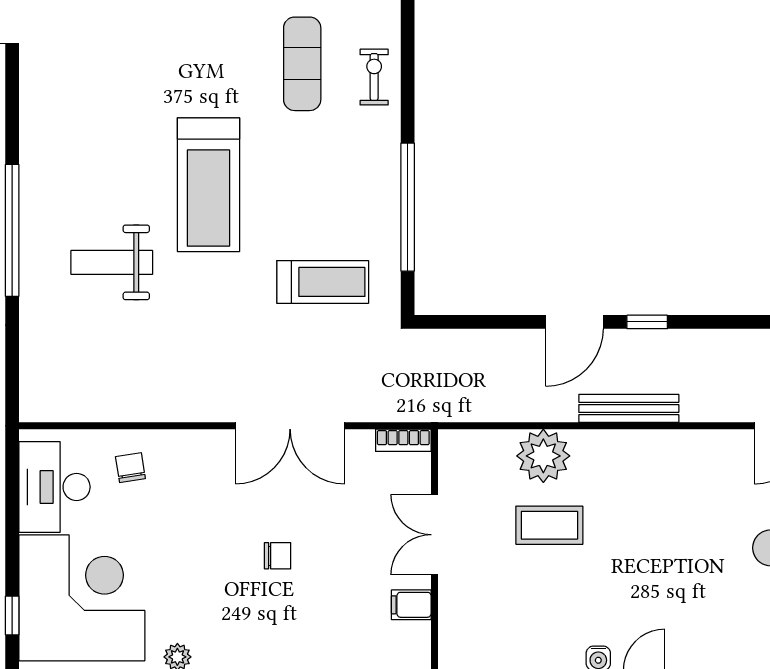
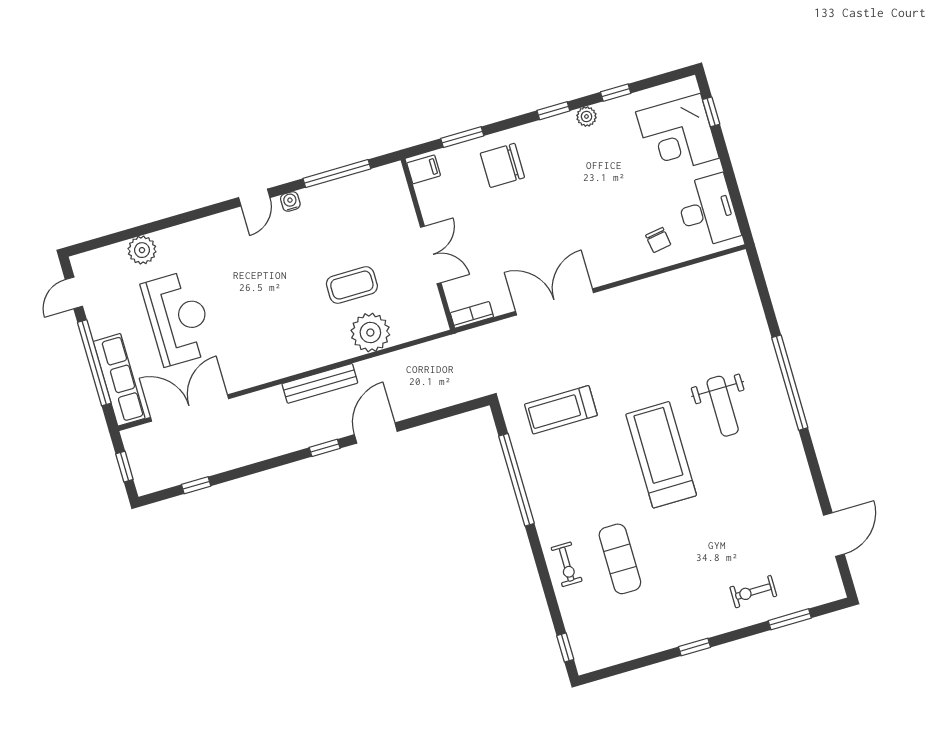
weight bench: (112, 262) -> (723, 406), moved, turned 90
chair: (278, 556) -> (502, 165), moved, width x1.87, depth x1.87
corner desk: (82, 598) -> (677, 135), width x0.74, depth x0.74
filing cabinet: (411, 605) -> (424, 169), moved

